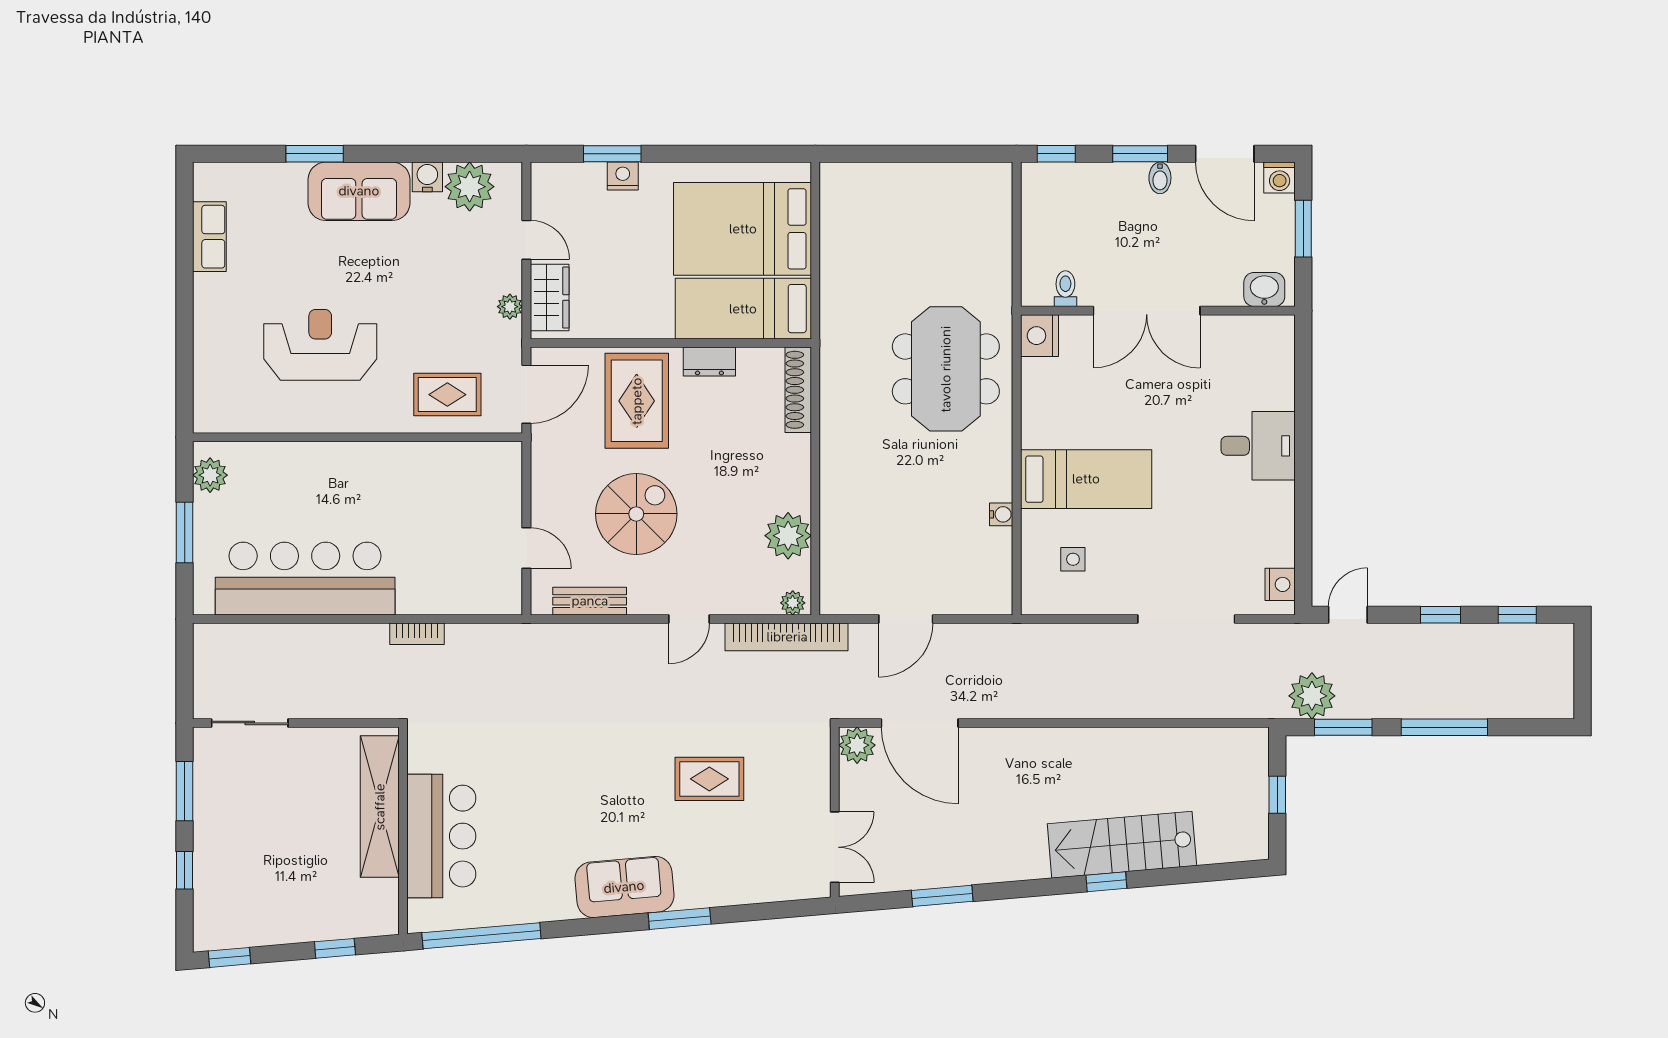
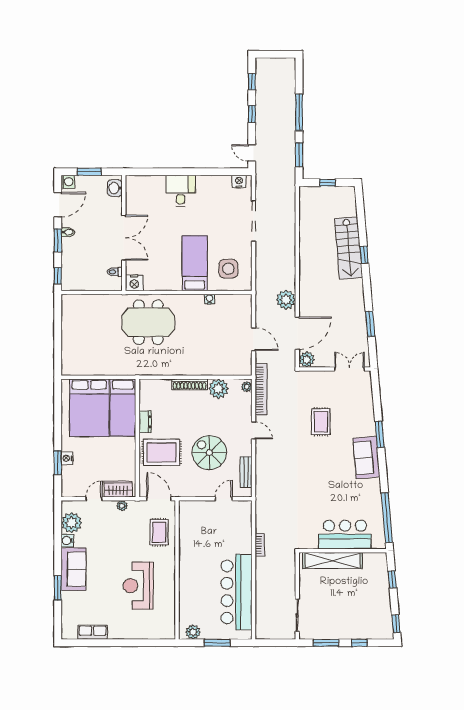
shoe rack: (798, 390) -> (190, 384), moved
side table: (1073, 559) -> (228, 269), width x1.87, depth x1.87
plant: (1312, 696) -> (286, 300), moved

